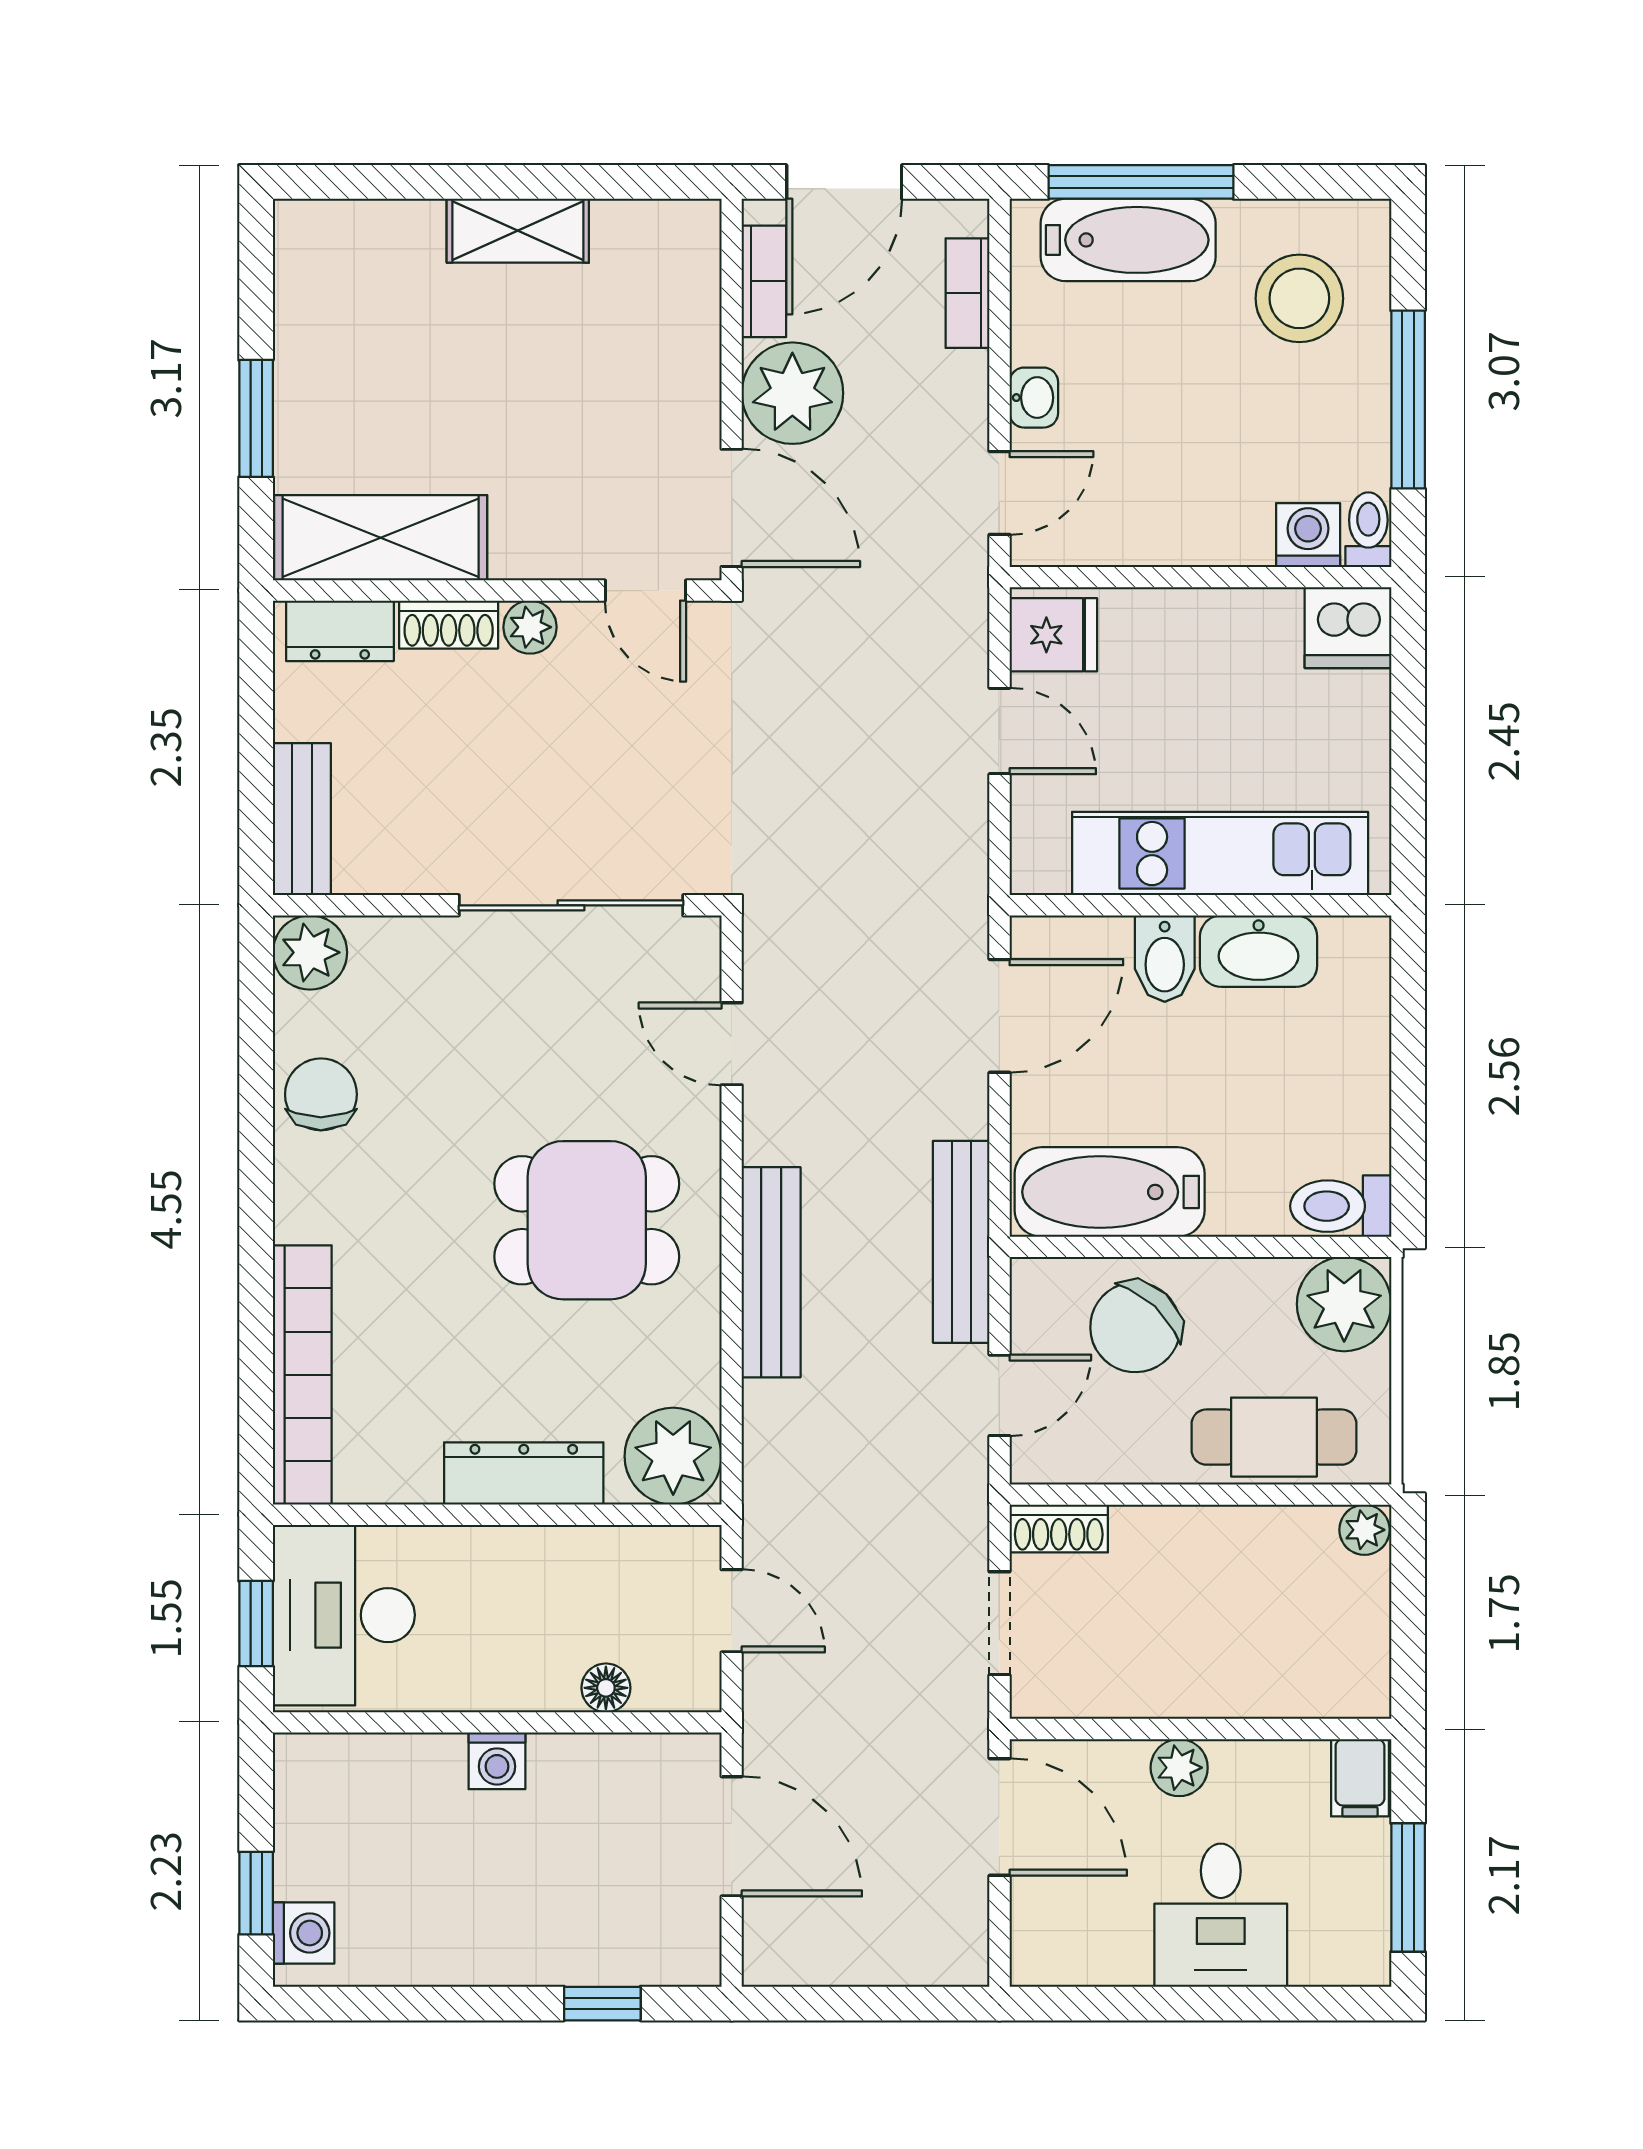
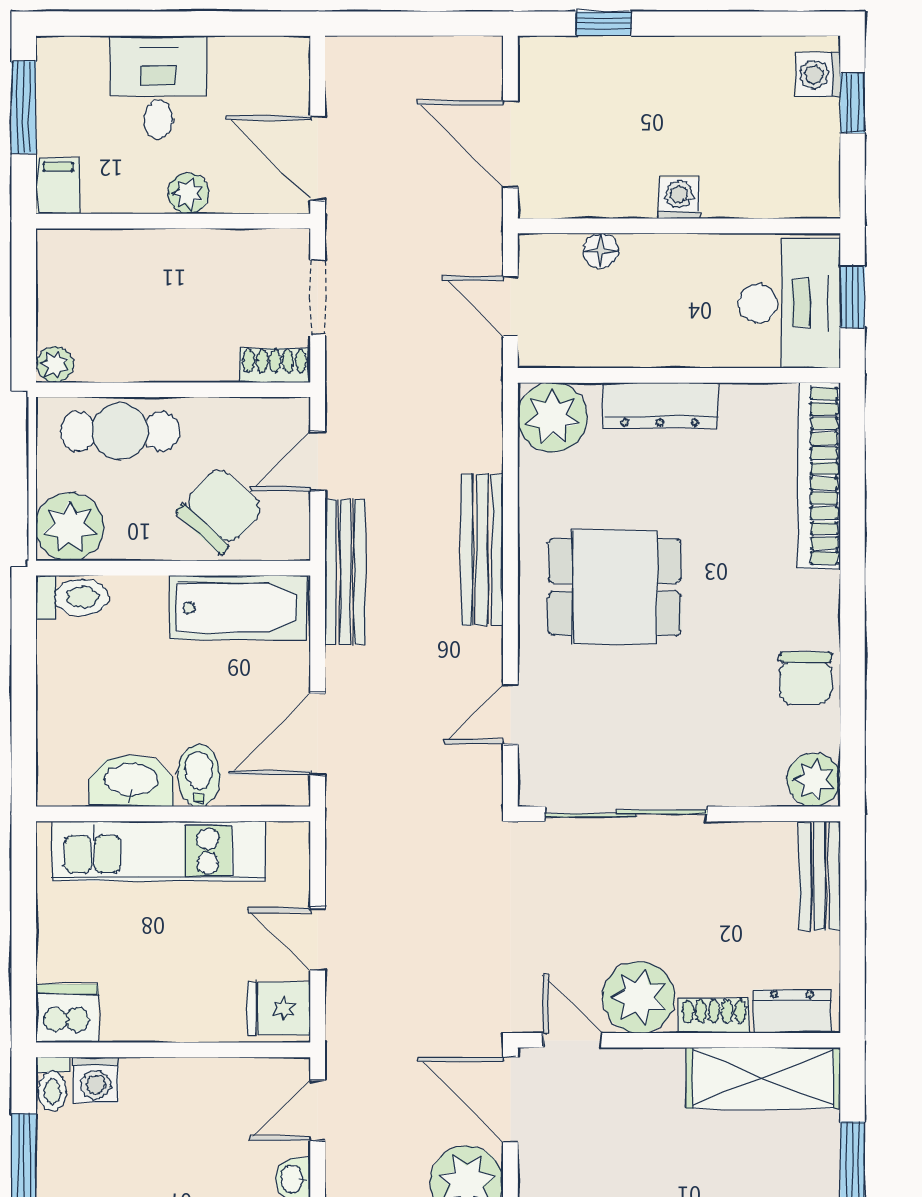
plant: (530, 627) -> (639, 997), width x1.88, depth x1.88
door: (732, 1044) -> (510, 714), swing flipped

